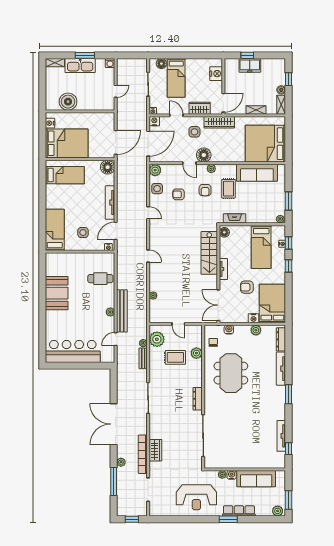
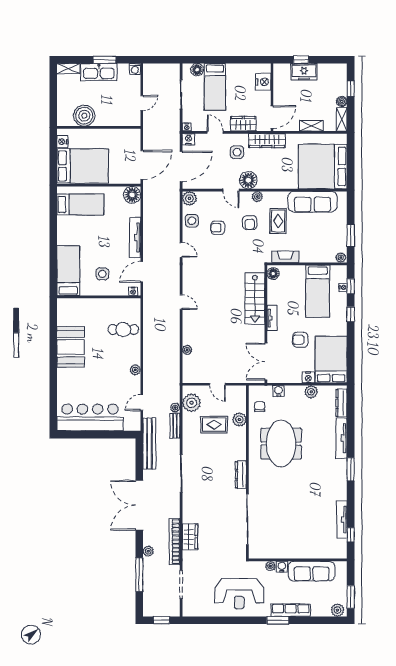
bench: (122, 311) -> (149, 444), moved

